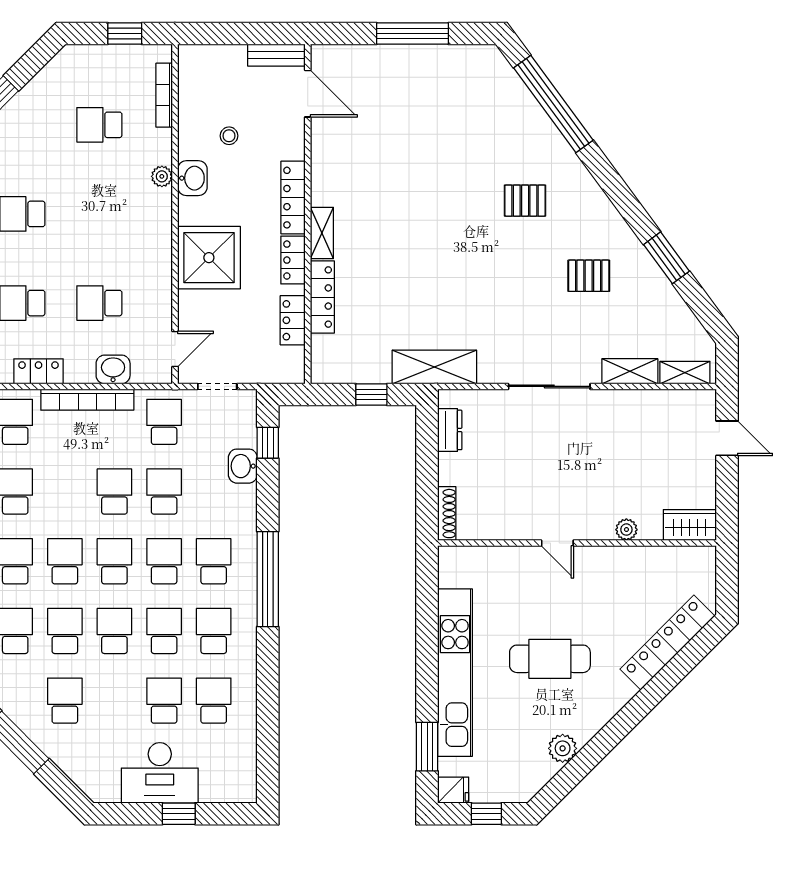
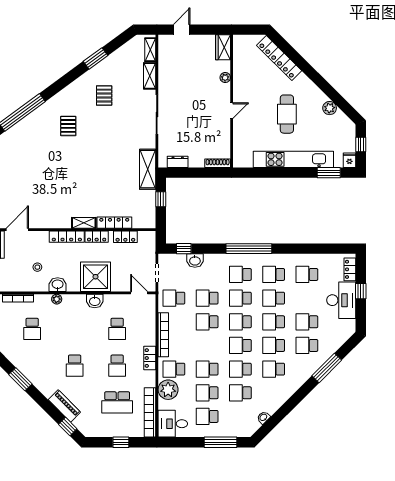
washbasin: (113, 369) -> (95, 301), moved, turned -90
school desk: (164, 701) -> (307, 322), moved
locker: (224, 791) -> (350, 269), added

